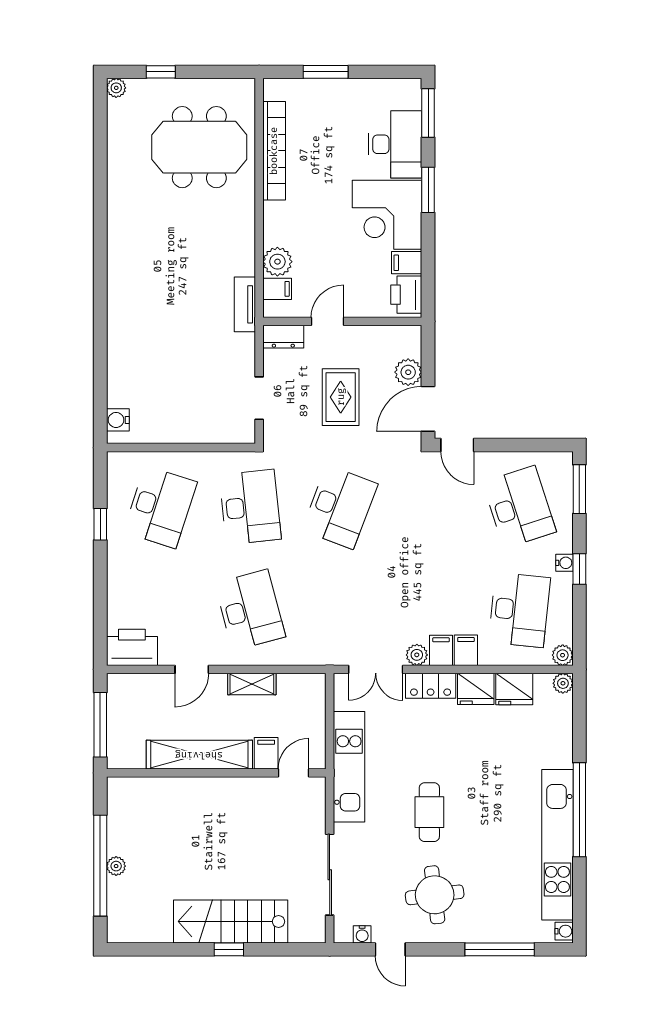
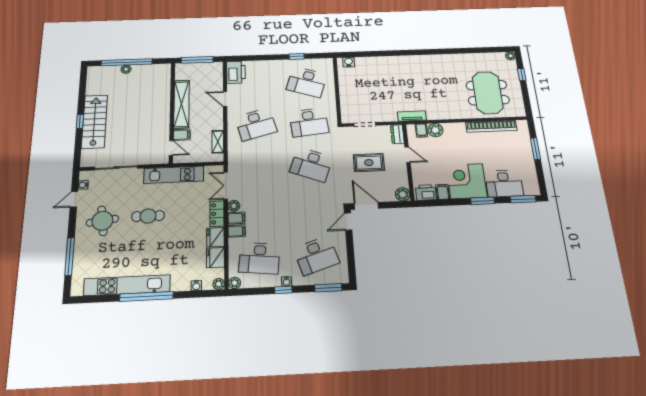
plant: (408, 372) -> (403, 194), moved
shelving: (252, 684) -> (218, 142), moved
water cooler: (564, 931) -> (196, 286), moved

